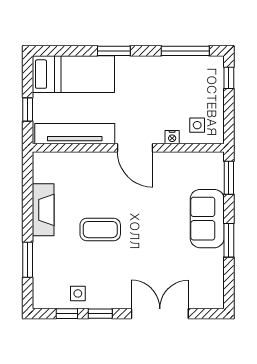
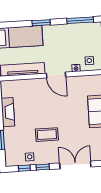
coffee table: (100, 230) -> (47, 135), moved

